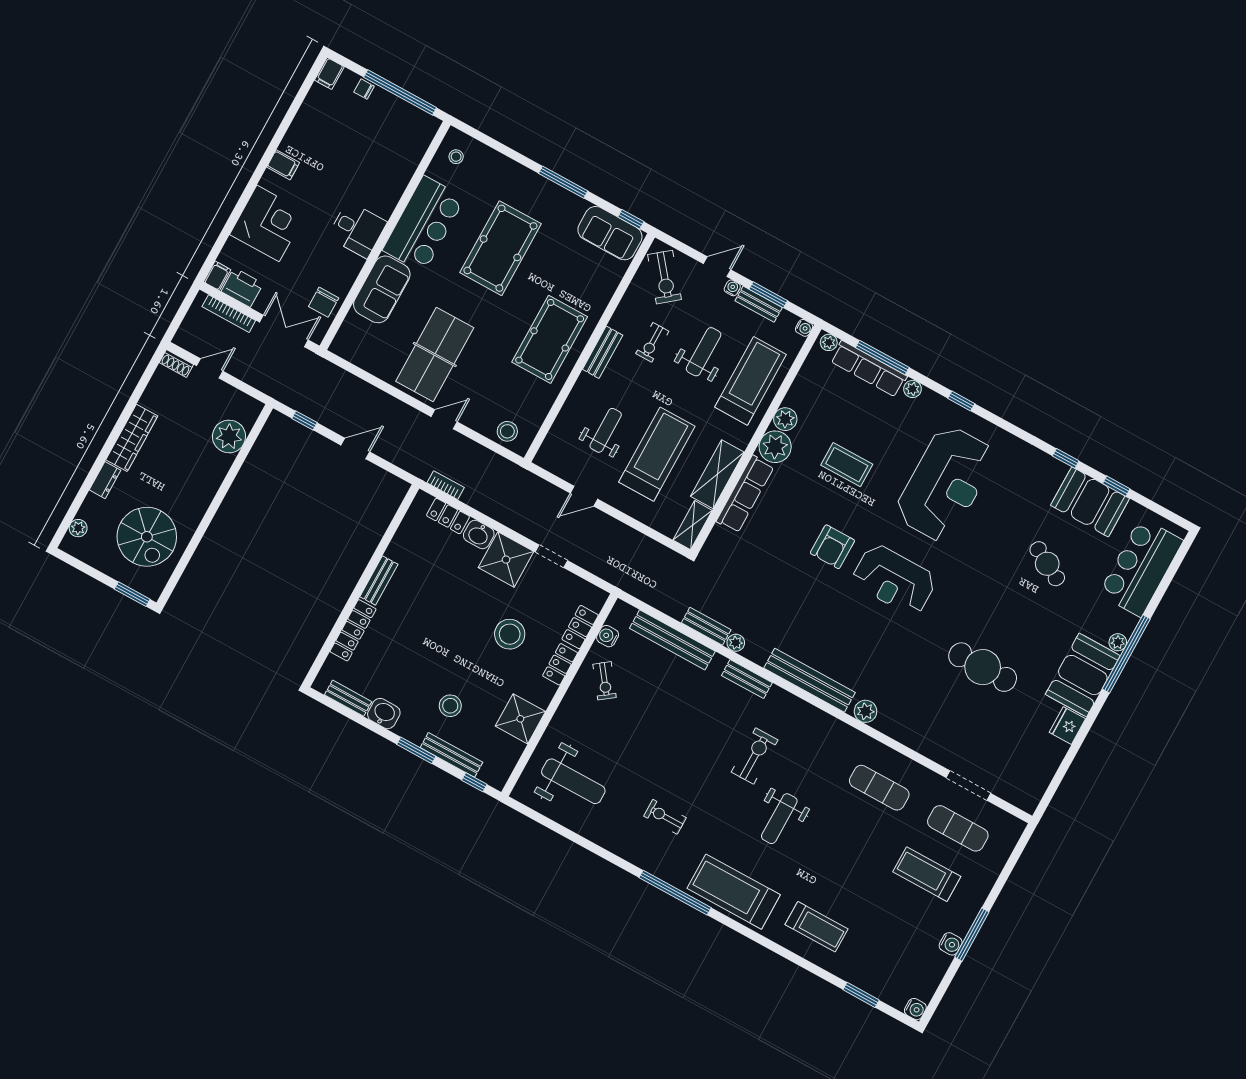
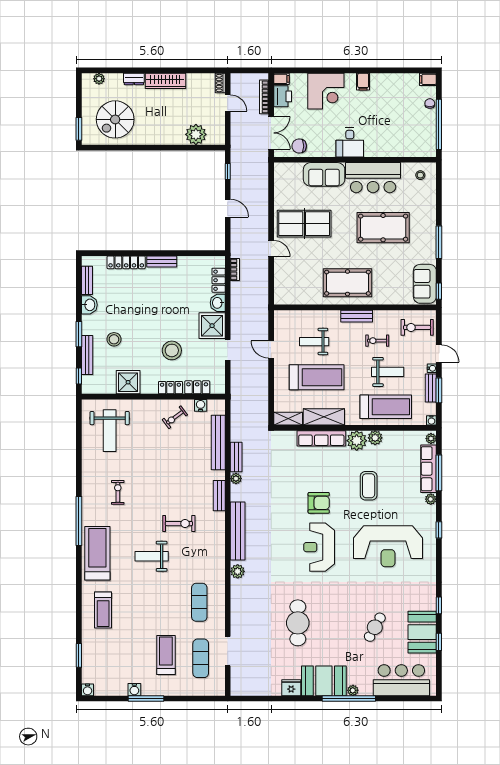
exercise bike: (664, 277) -> (417, 327), turned 39
weight bench: (606, 430) -> (314, 342), turned 180
stool: (507, 431) -> (284, 287), removed
armchair: (832, 547) -> (319, 503), turned 180

